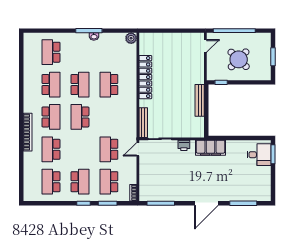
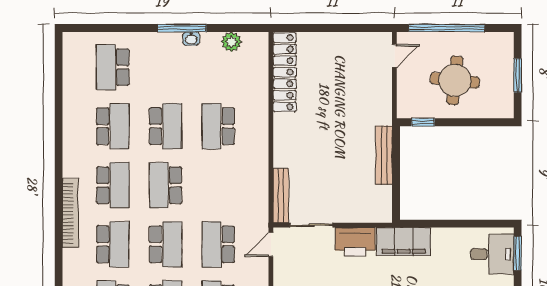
plant: (131, 38) -> (231, 42), moved
round table: (239, 59) -> (455, 80), turned -38
locker: (145, 77) -> (285, 72), moved
printer: (184, 145) -> (355, 242), width x1.87, depth x1.48
school desk: (51, 149) -> (113, 244), turned 180
school desk: (80, 149) -> (166, 244), added

